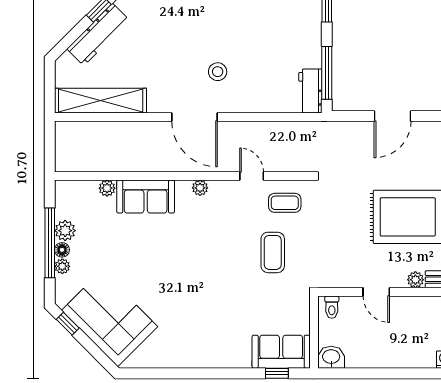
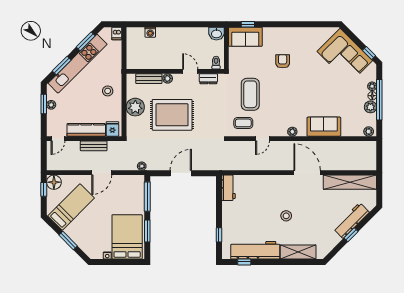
stool: (218, 72) -> (286, 216), moved
window: (327, 73) -> (219, 198), removed
door: (194, 117) -> (307, 173), moved
door: (252, 176) -> (262, 139), hinge flipped
plant: (107, 188) -> (369, 131), moved
coffee table: (273, 252) -> (250, 94), width x1.36, depth x1.32
dresser: (345, 279) -> (208, 79), added
armchair: (217, 309) -> (283, 61), added

